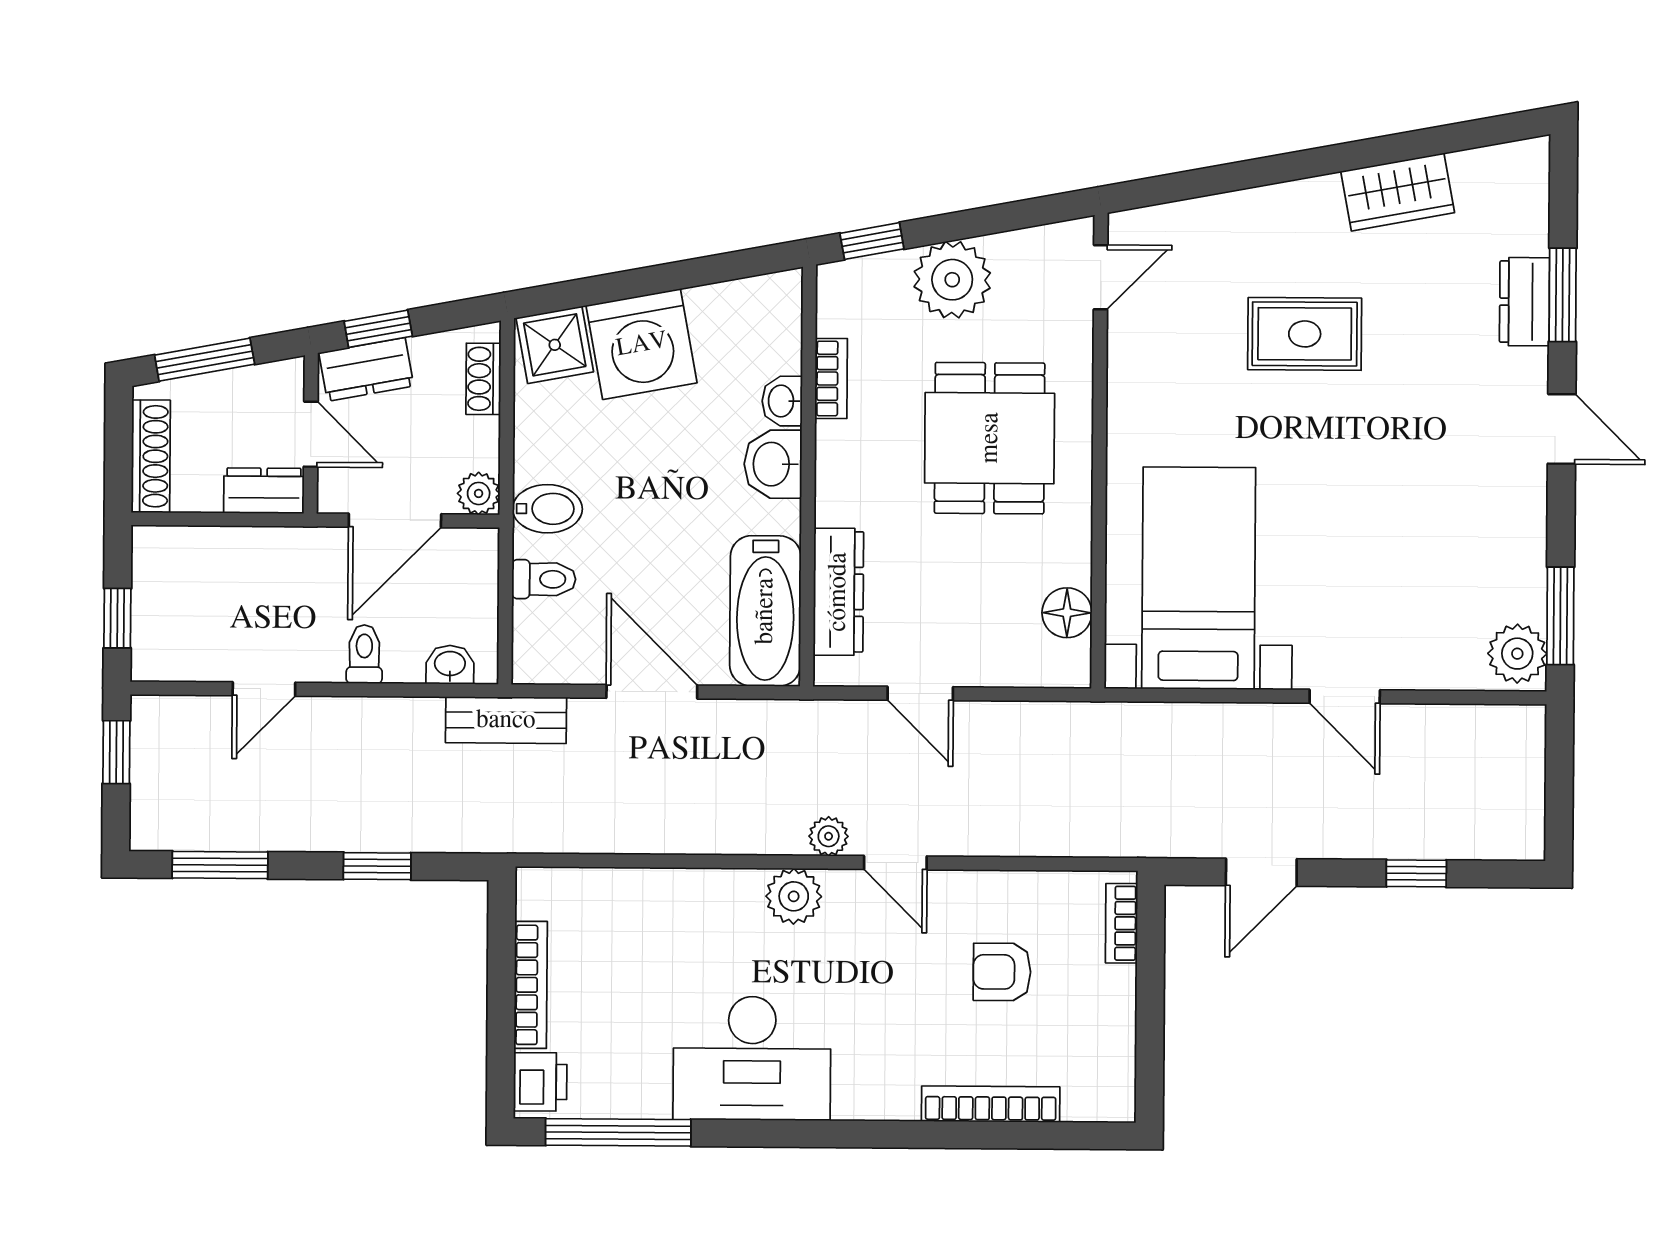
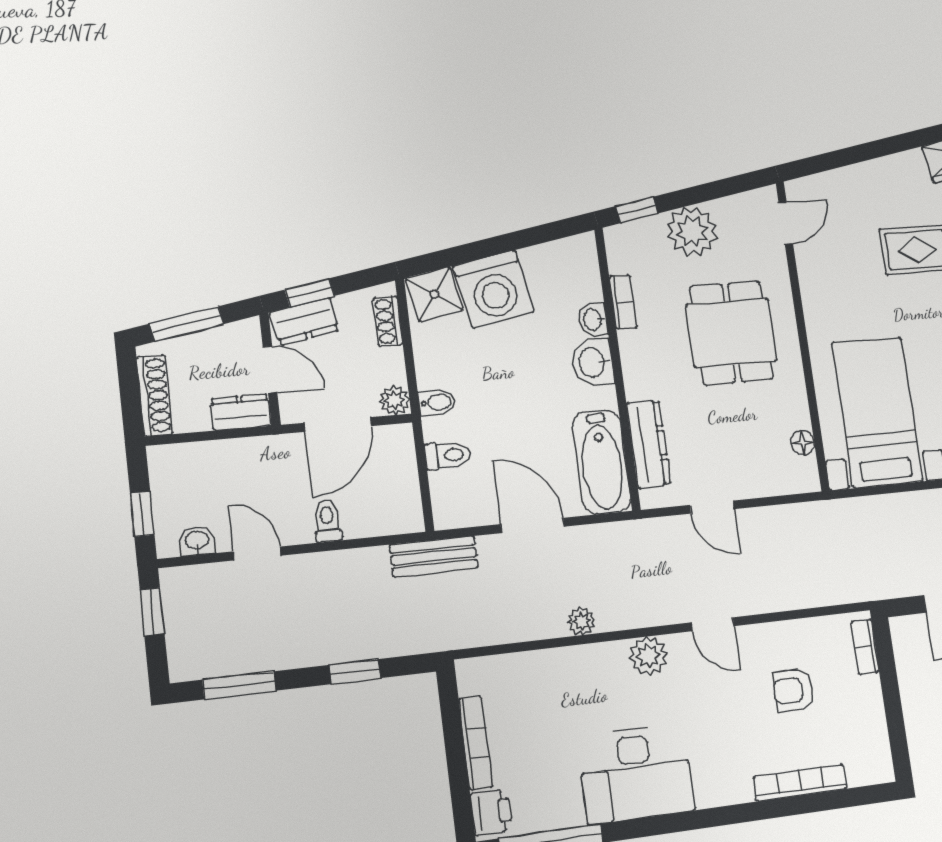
bidet: (547, 509) -> (437, 402), width x0.72, depth x0.74
floor lamp: (1067, 613) -> (803, 443), width x0.73, depth x0.73
washbasin: (450, 665) -> (197, 541), moved
door: (264, 689) -> (257, 554), swing flipped
plant: (829, 836) -> (581, 621), moved

